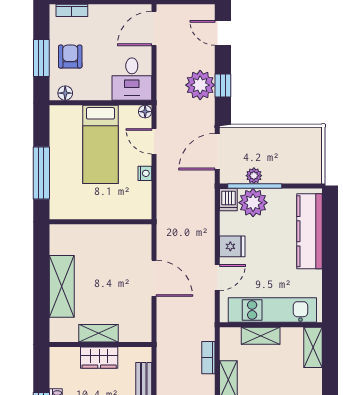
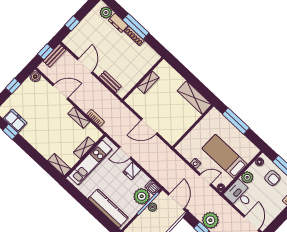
plant: (100, 90) -> (247, 177), added
door: (217, 277) -> (125, 153), hinge flipped
shelving: (62, 286) -> (194, 98), moved
wardrobe: (99, 358) -> (138, 73), removed

